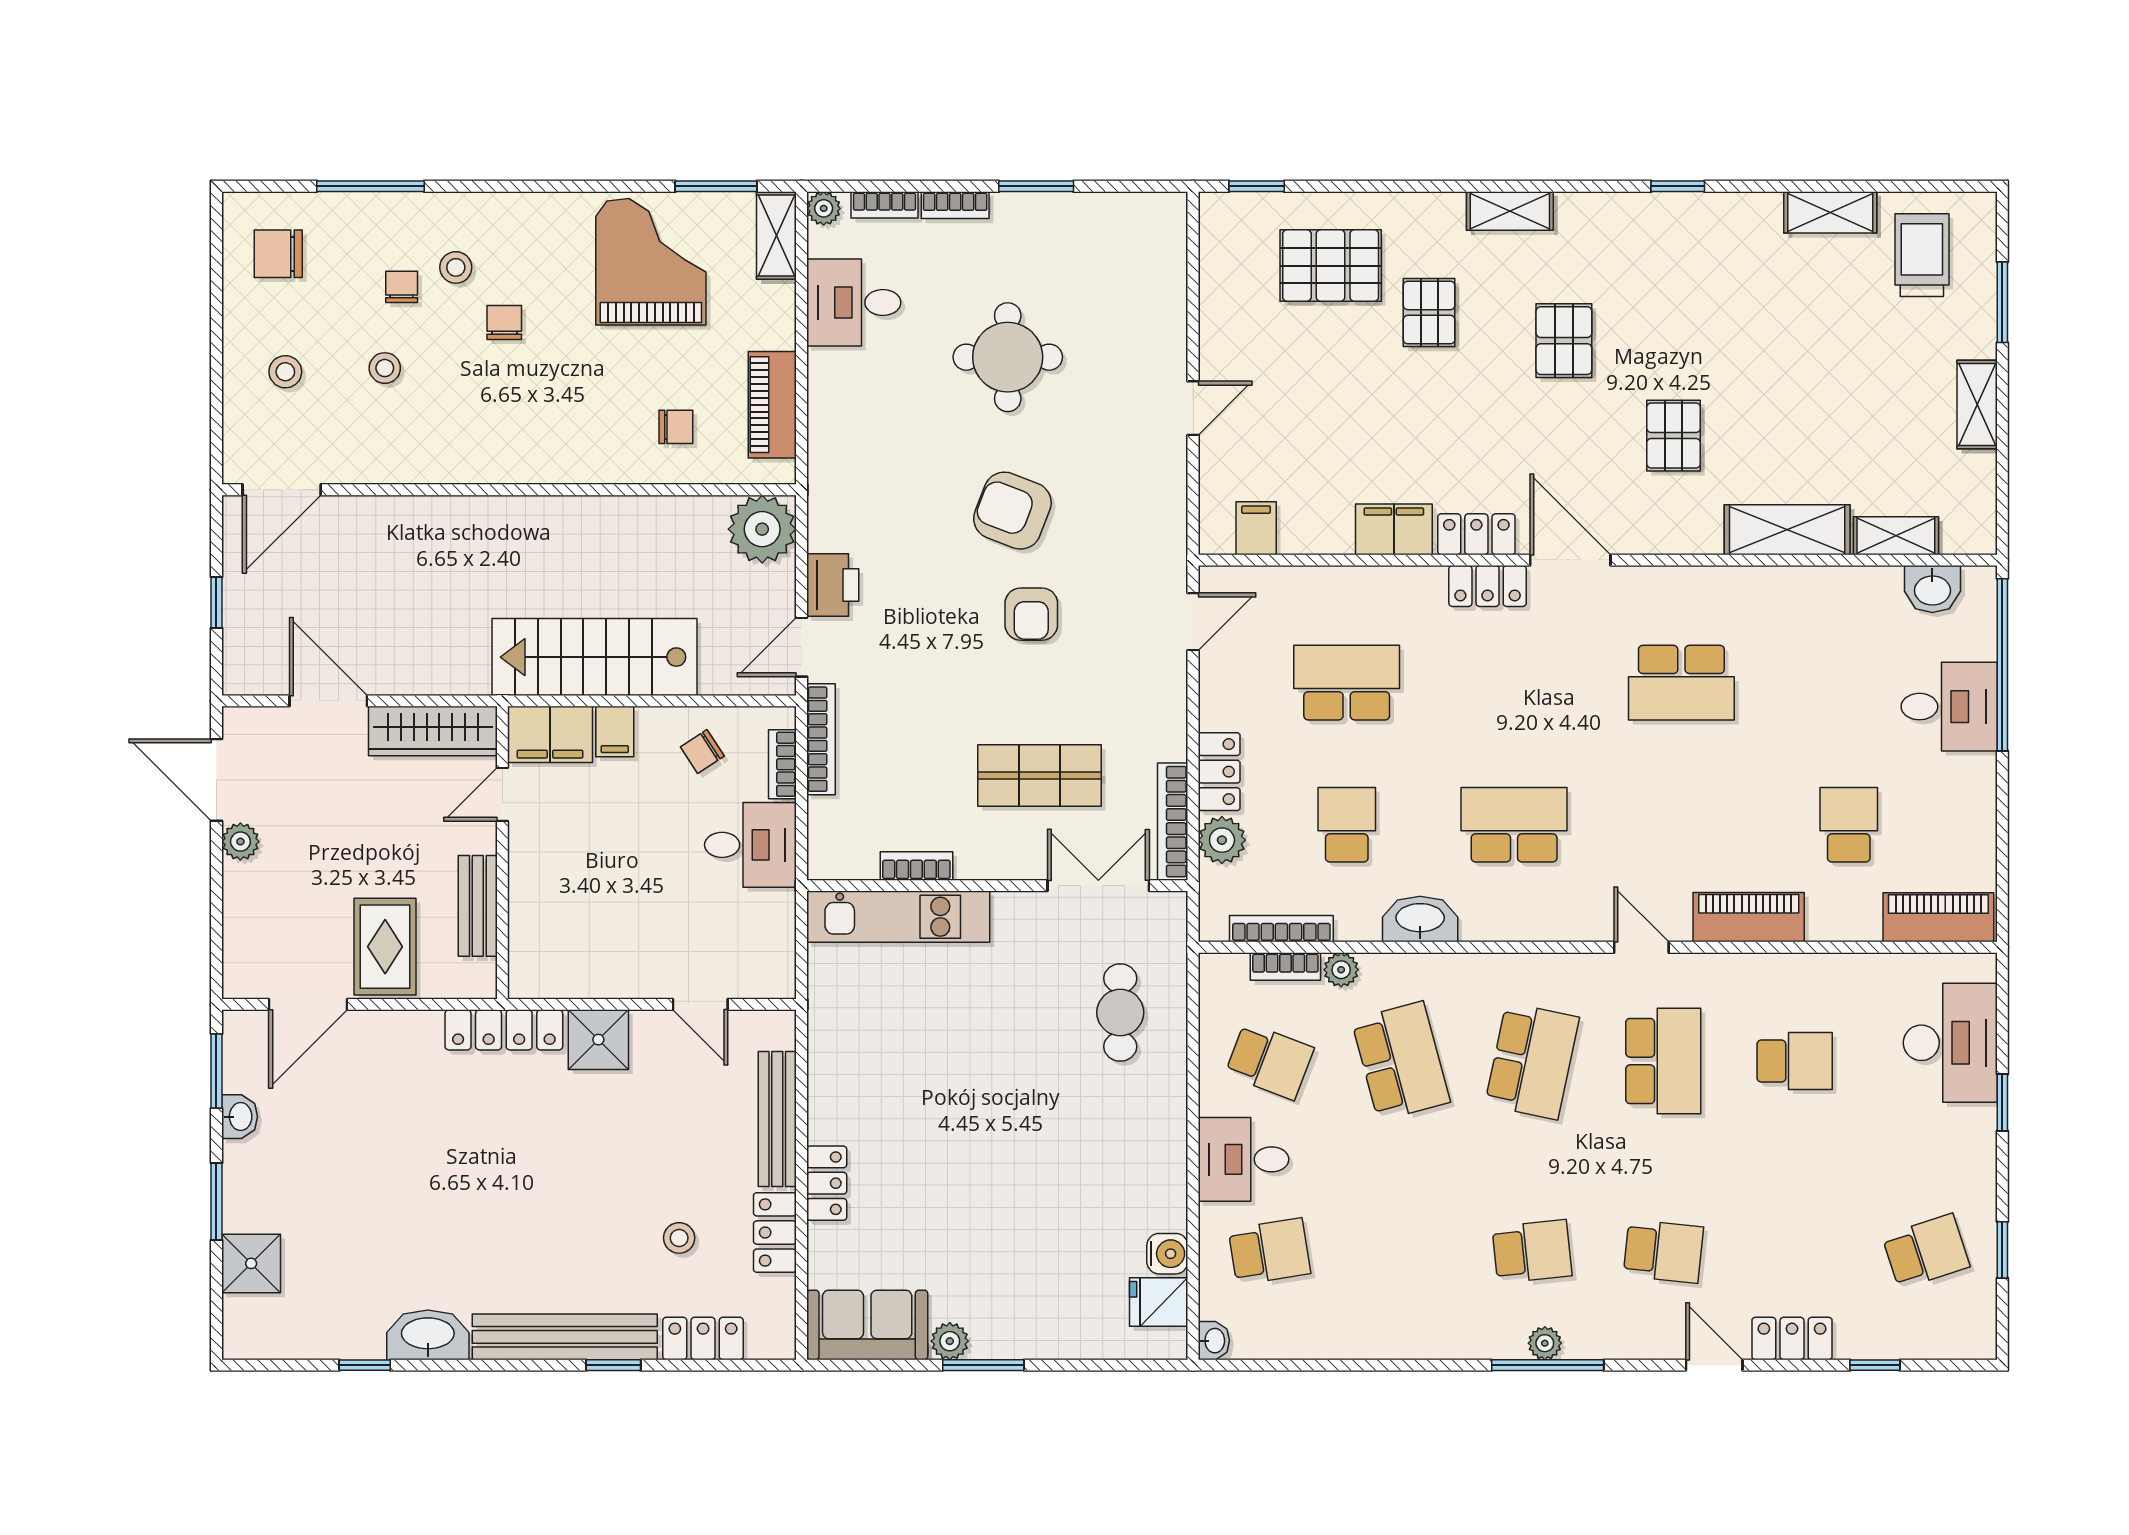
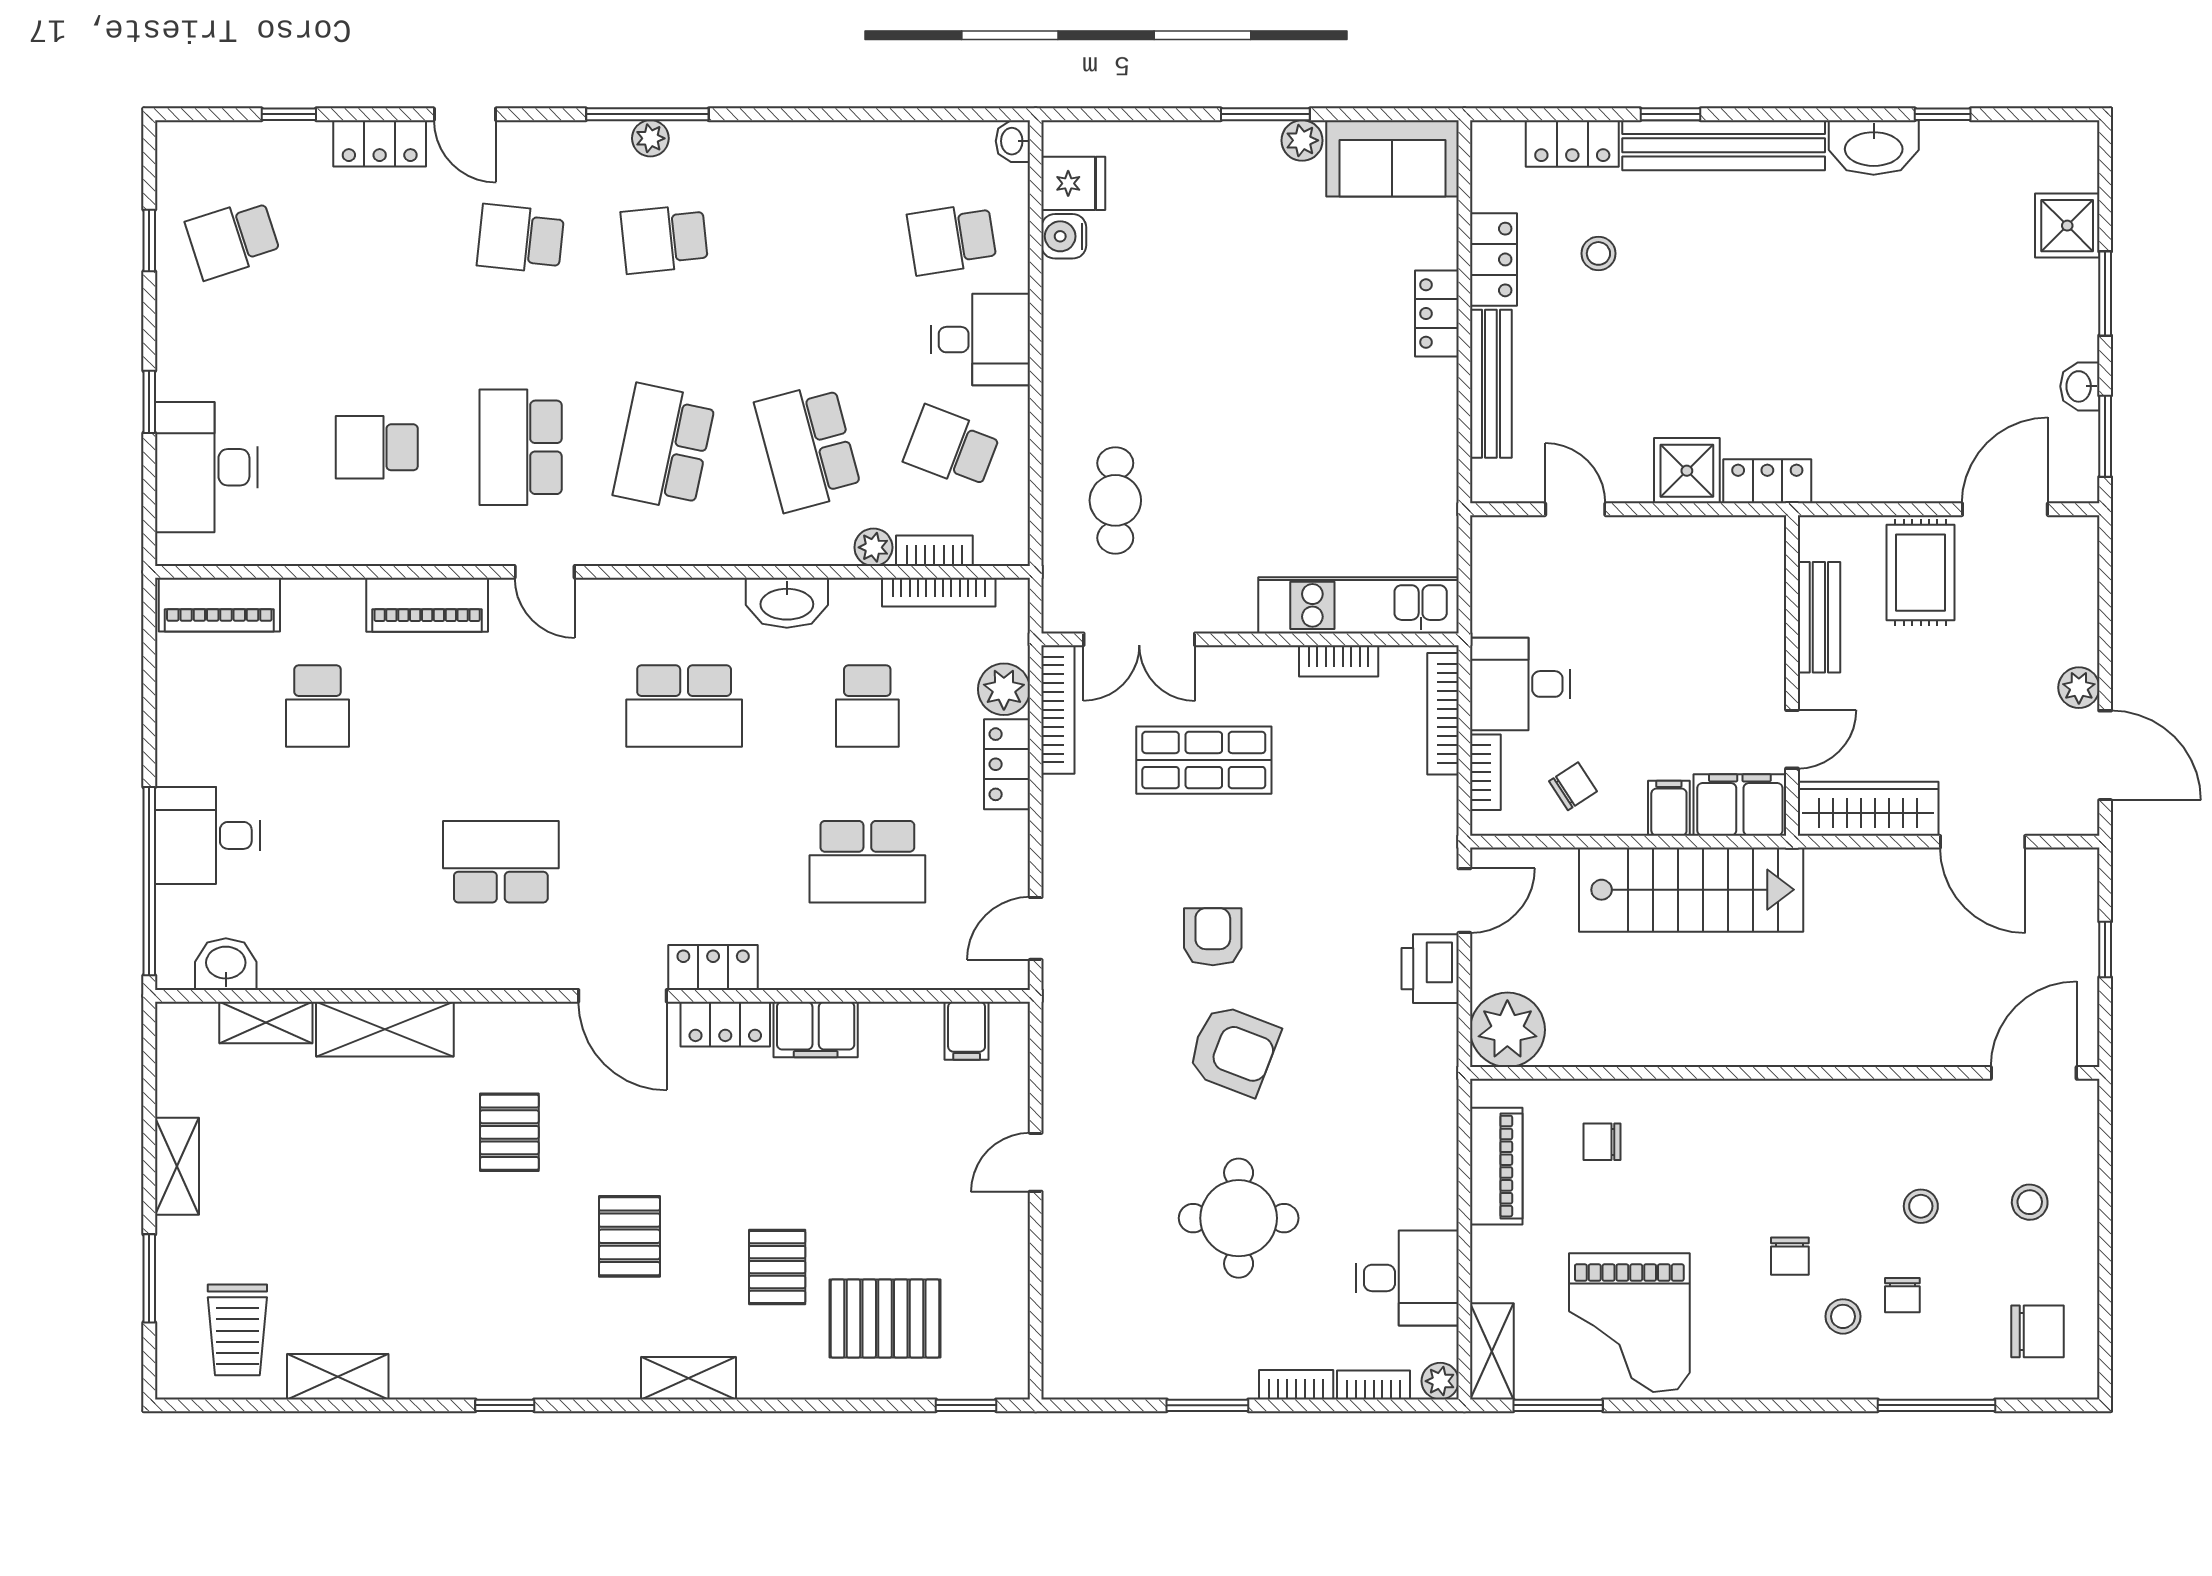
bookcase: (821, 739) -> (1443, 714), moved
locker: (504, 1030) -> (1767, 481), width x0.66

